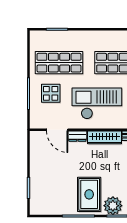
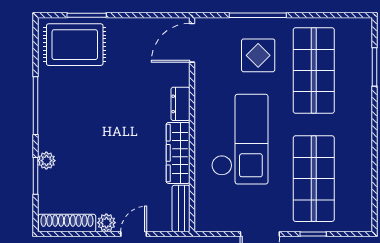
door: (57, 130) -> (192, 43), moved
rug: (89, 194) -> (75, 45), moved
plant: (113, 206) -> (46, 161), width x0.53, depth x0.53

